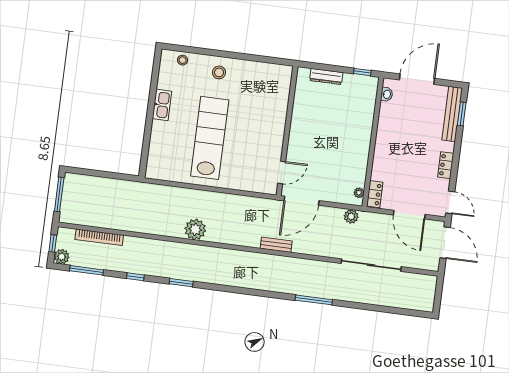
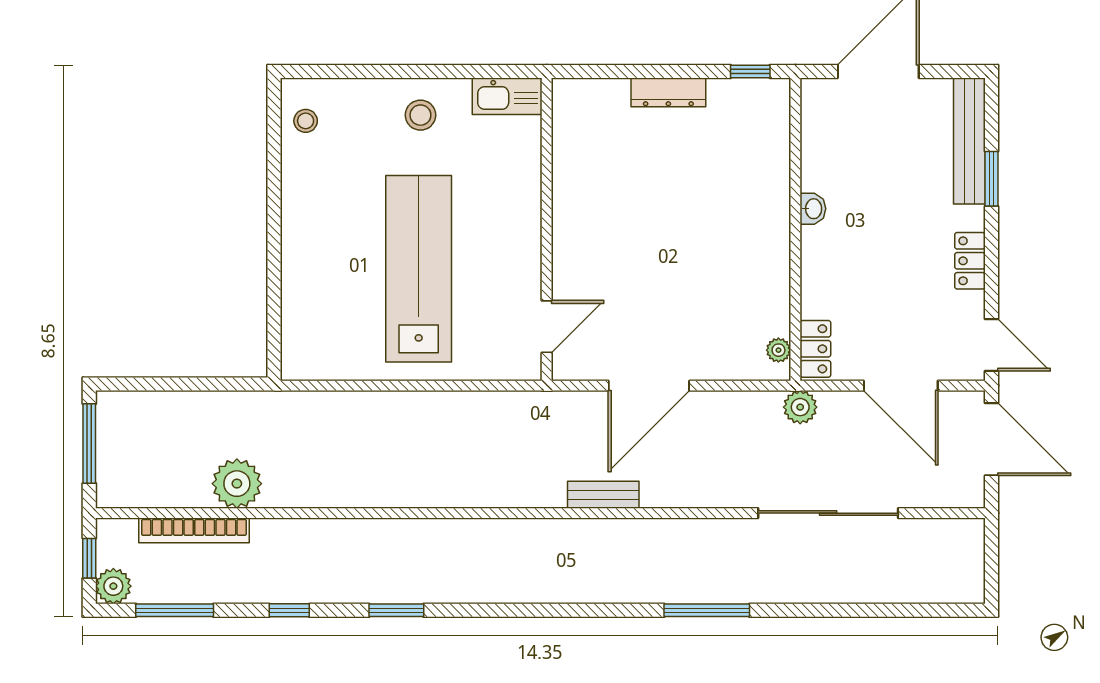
stool: (183, 60) -> (306, 121), moved
washbasin: (387, 94) -> (813, 209), moved
kitchen sink: (162, 105) -> (507, 96), moved, turned 90
window: (462, 114) -> (991, 179), moved
wall: (287, 131) -> (547, 229), moved
door: (282, 172) -> (547, 327), moved
plant: (351, 216) -> (800, 407), moved
plant: (195, 229) -> (237, 484), moved

